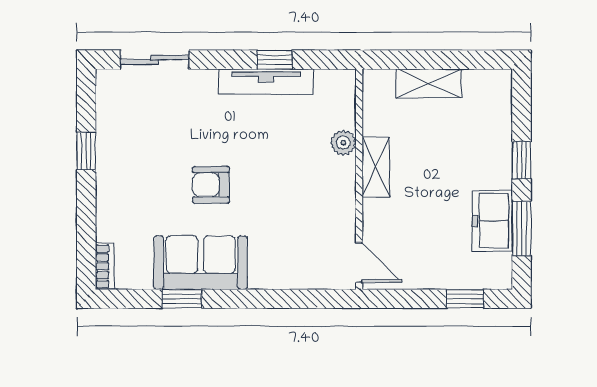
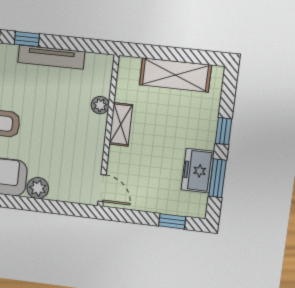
window: (275, 60) -> (27, 39), moved
shelving: (429, 83) -> (175, 75), width x1.50, depth x1.33
plant: (265, 274) -> (38, 188), added

